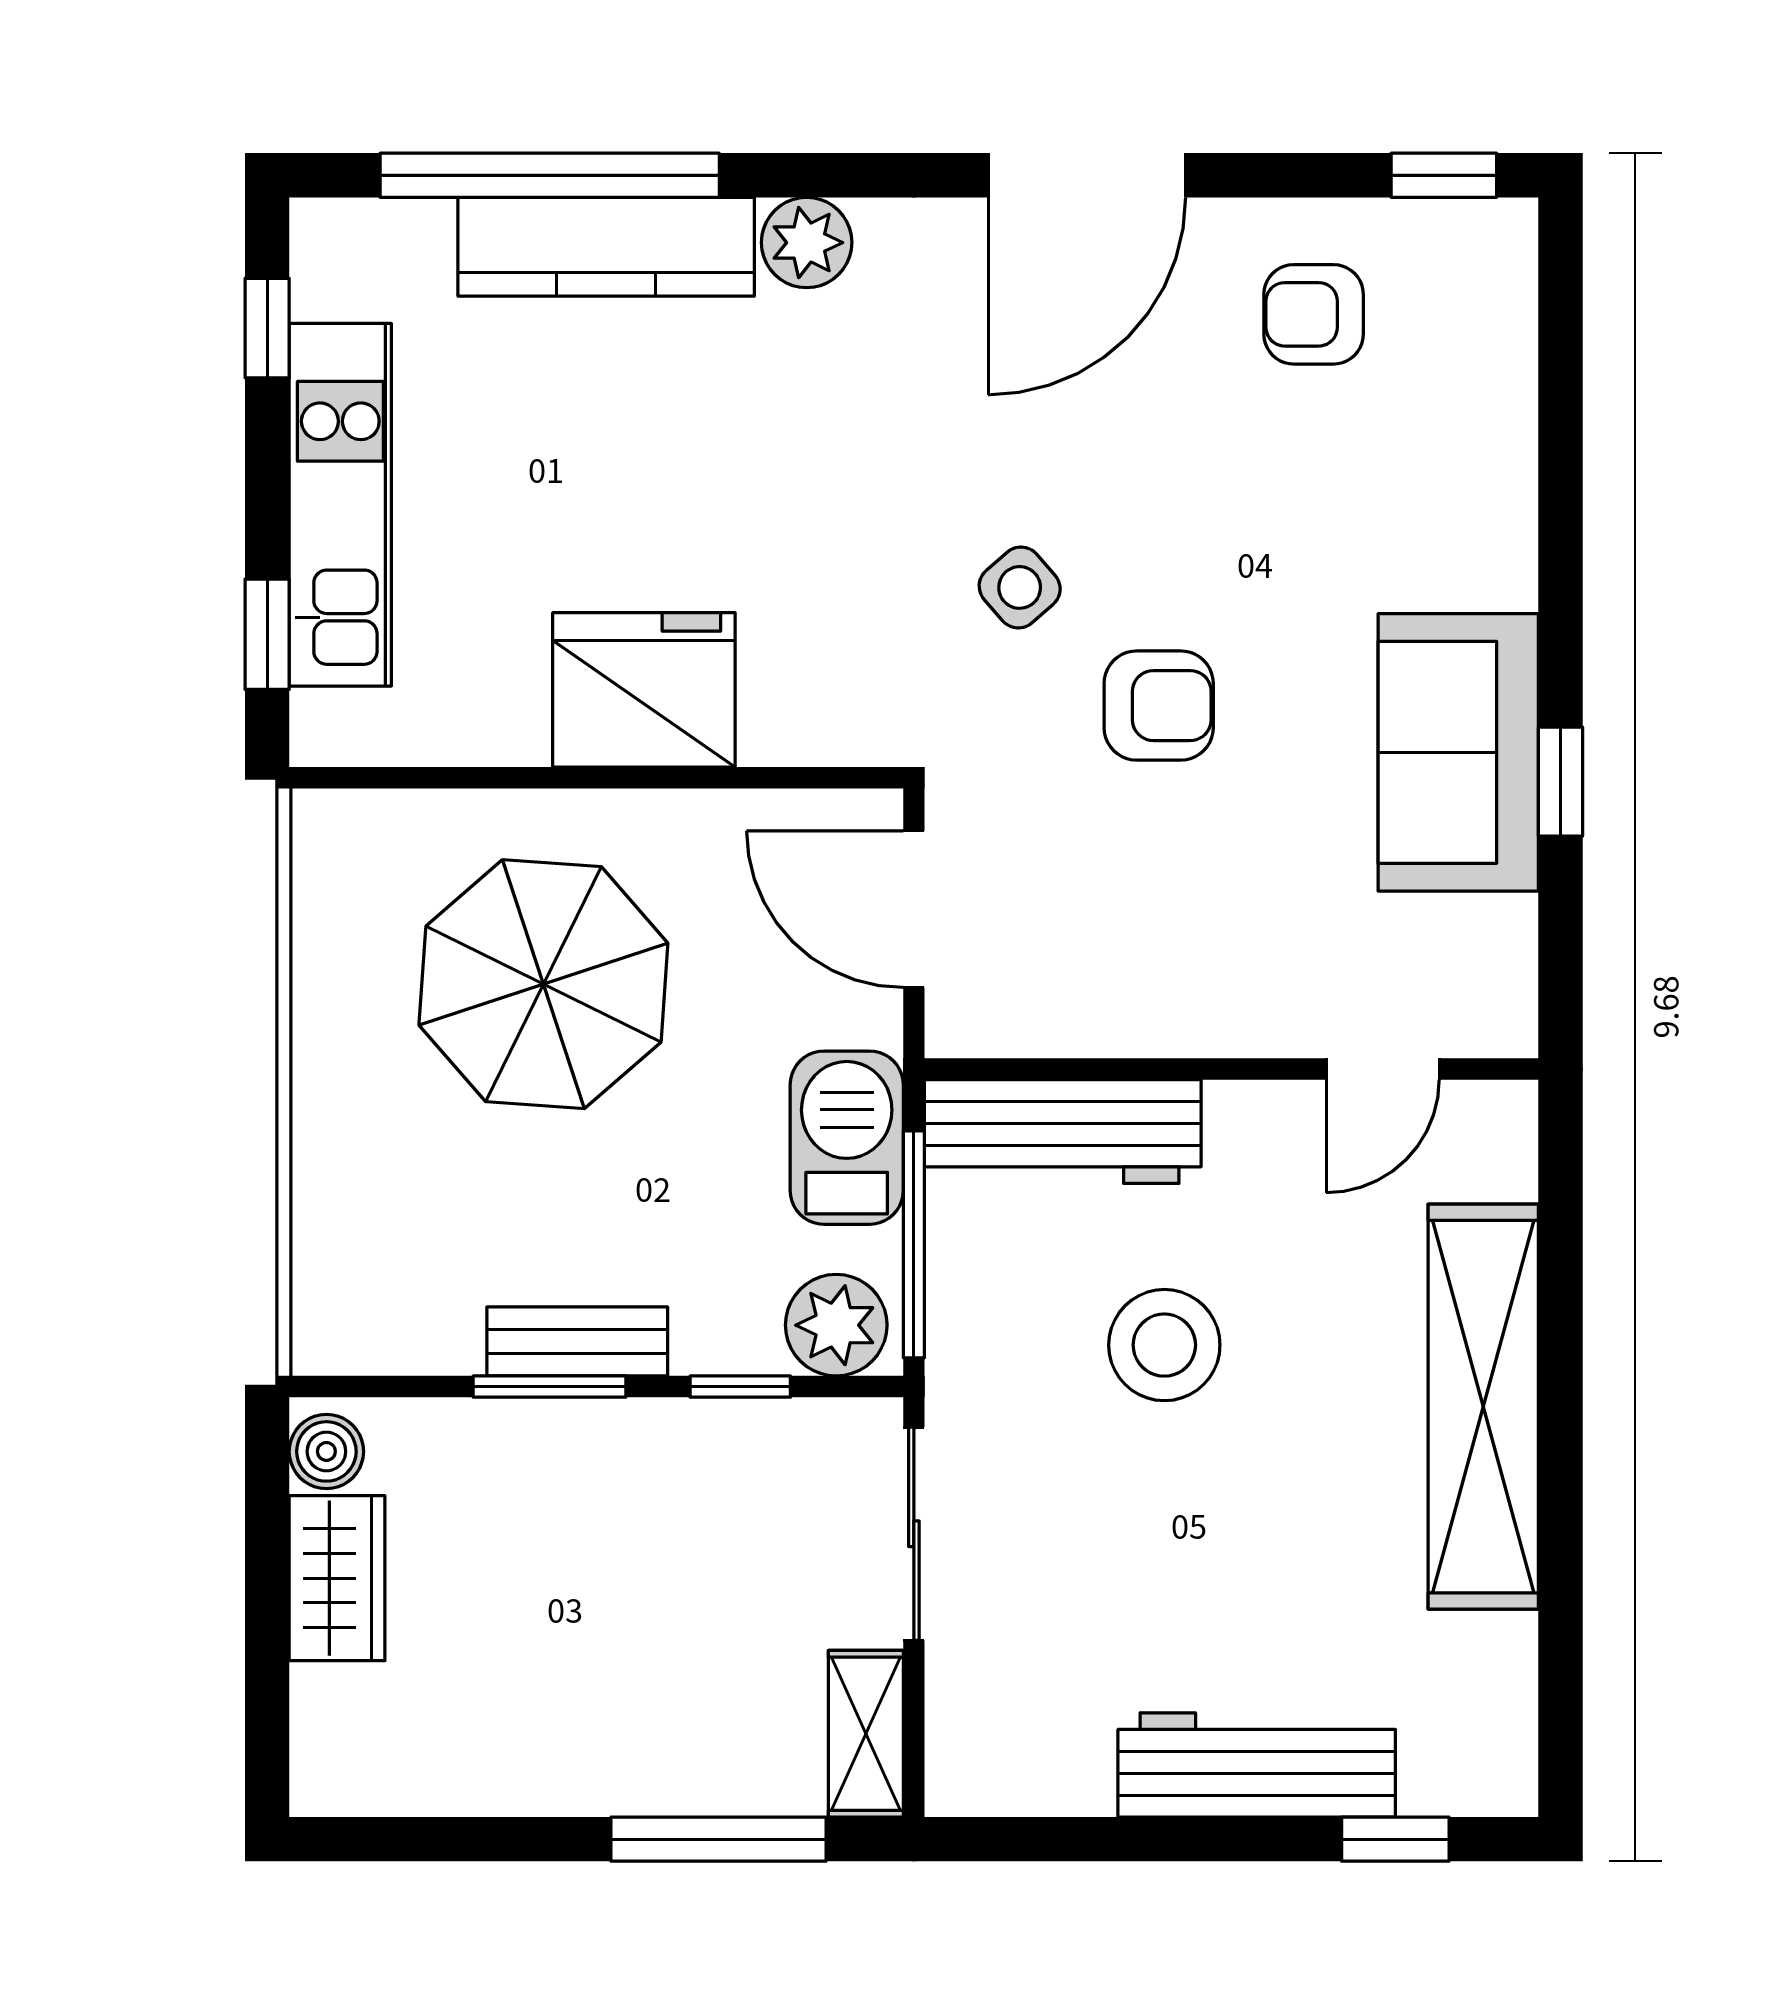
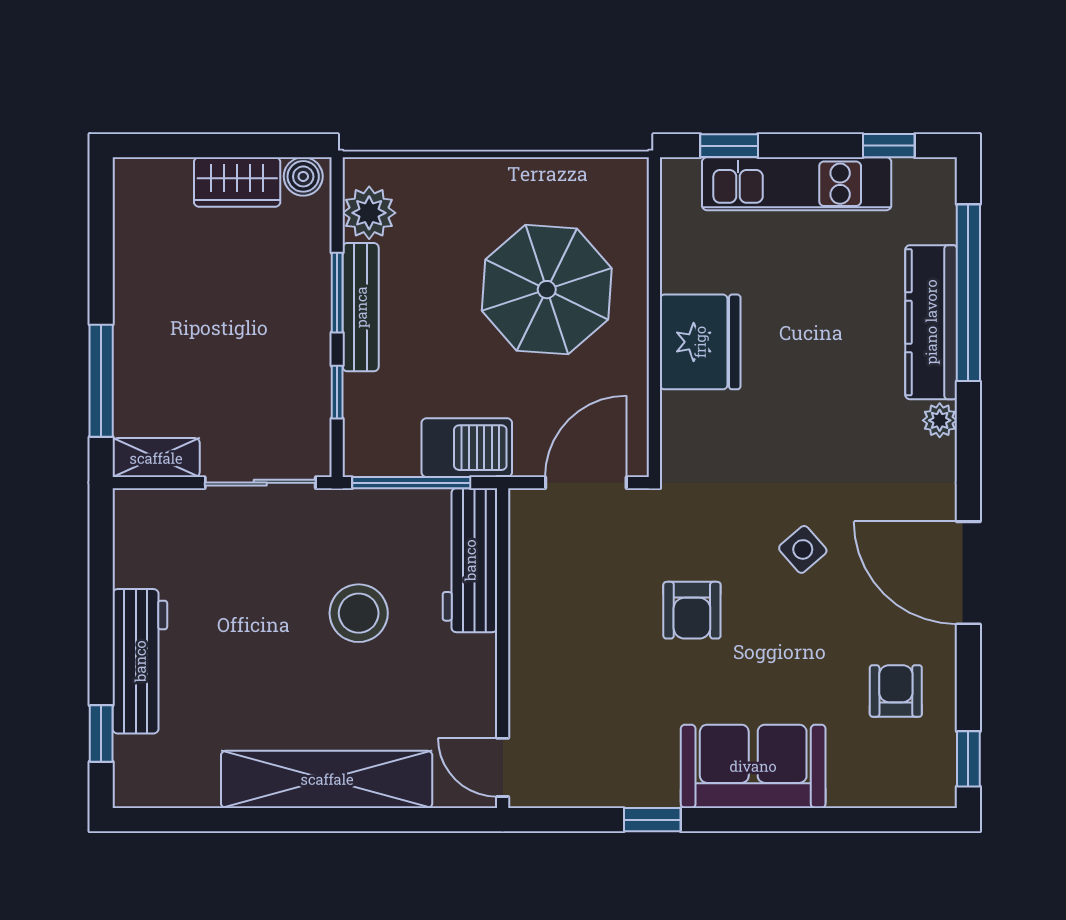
plant: (807, 243) -> (940, 420), width x0.73, depth x0.73
side table: (1020, 587) -> (803, 549), moved
sofa: (1458, 752) -> (753, 766), moved
door: (1383, 1069) -> (503, 767), moved
plant: (836, 1325) -> (369, 213), moved
bench: (577, 1341) -> (361, 307), width x1.36

